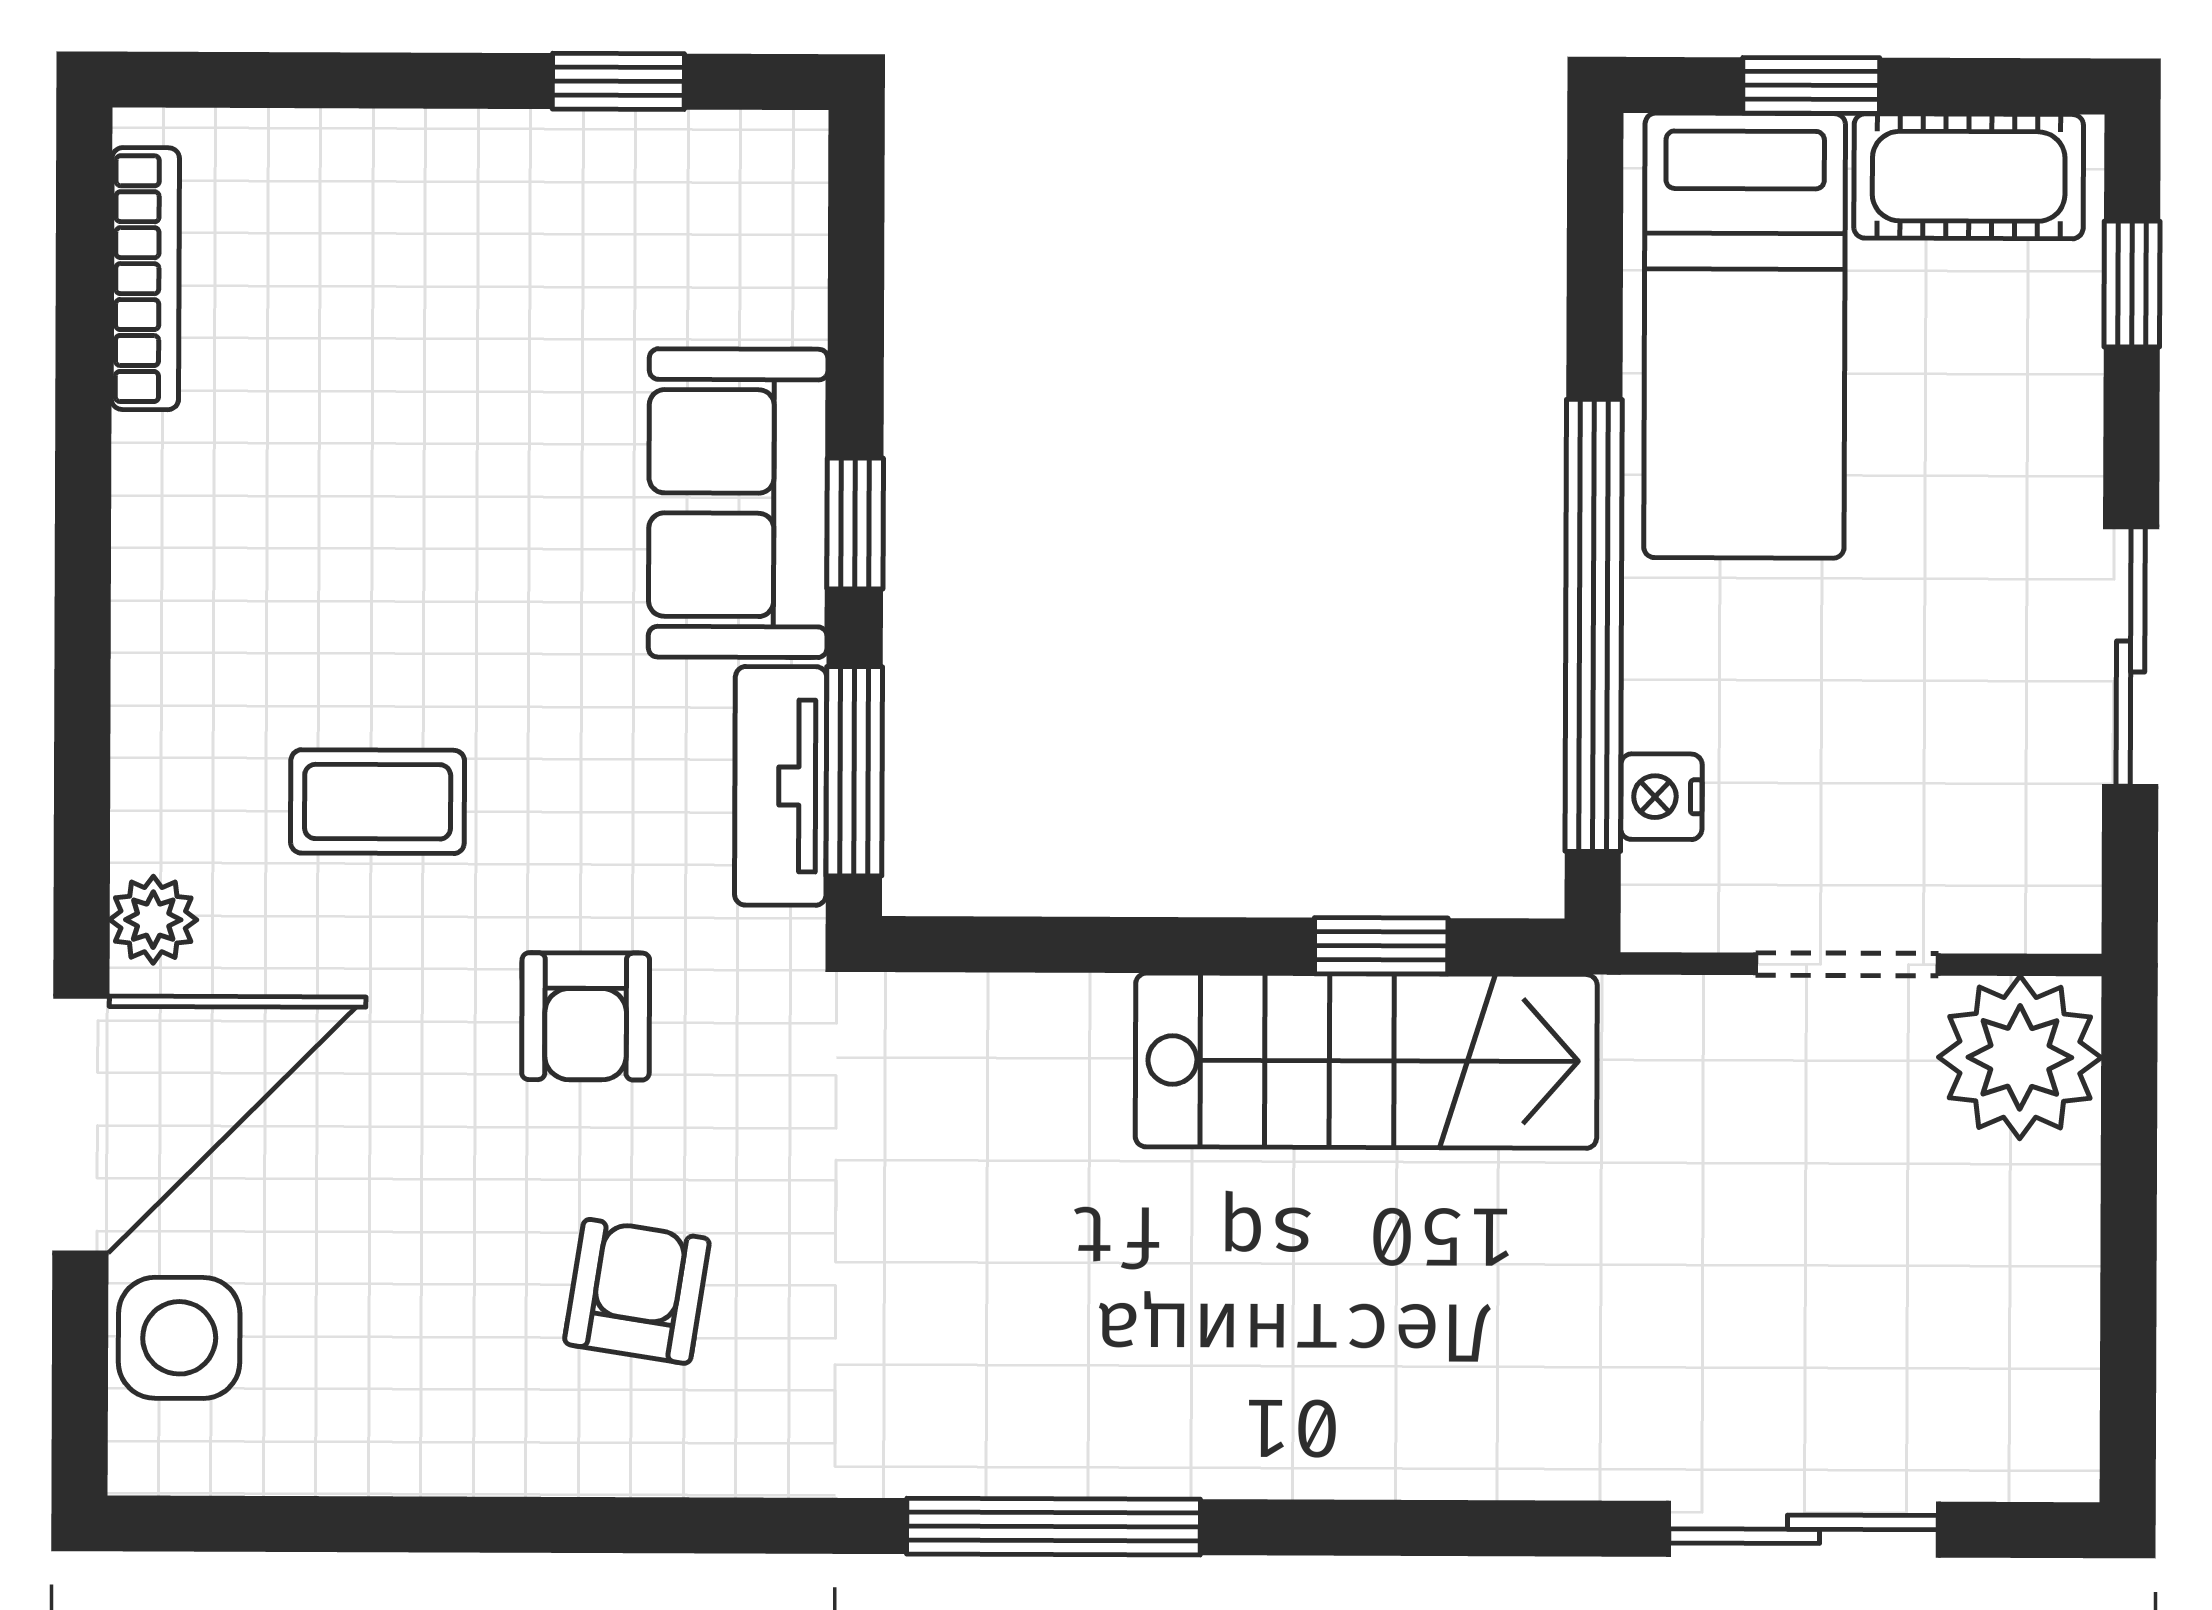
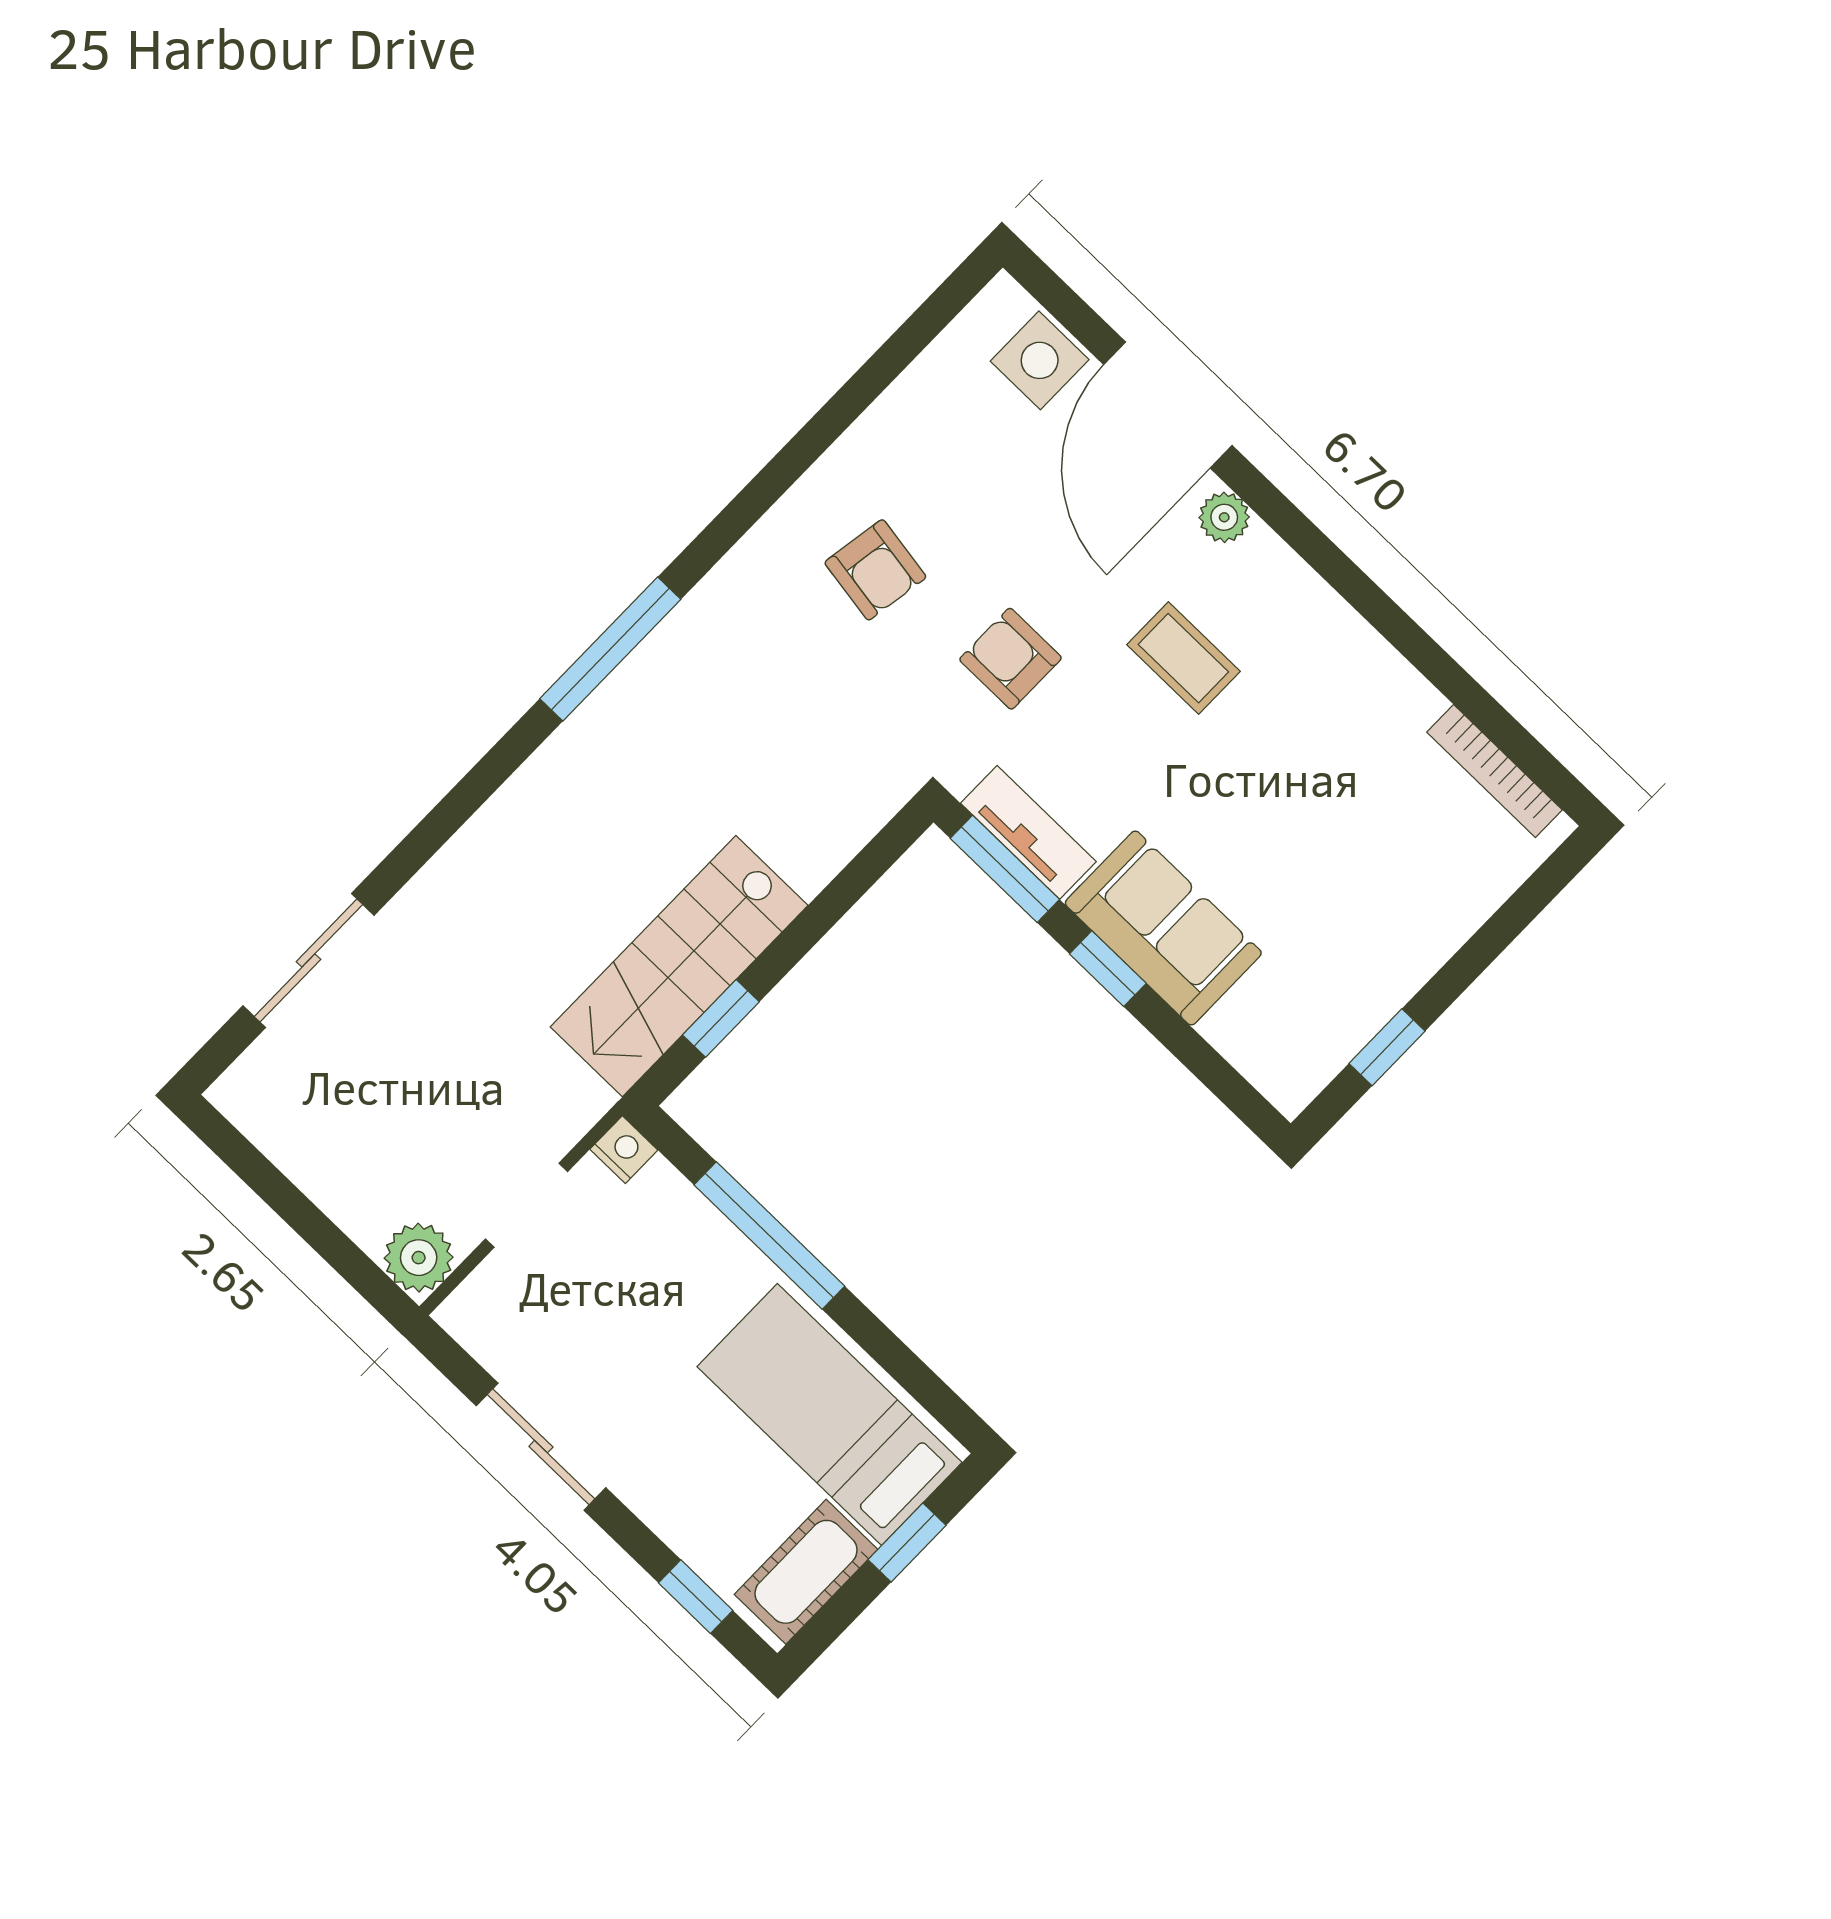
window: (1594, 625) -> (769, 1235), width x0.68
nightstand: (1661, 797) -> (624, 1150), moved
coffee table: (378, 802) -> (1183, 658), turned 90
plant: (2020, 1057) -> (419, 1258), width x0.73, depth x0.73

